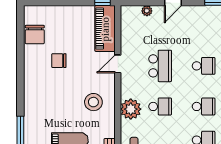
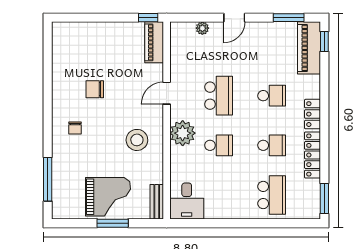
piano: (105, 29) -> (154, 42), width x0.73, depth x0.75
chair: (35, 34) -> (75, 128), moved, width x0.54, depth x0.54
plant: (131, 109) -> (183, 133), moved

